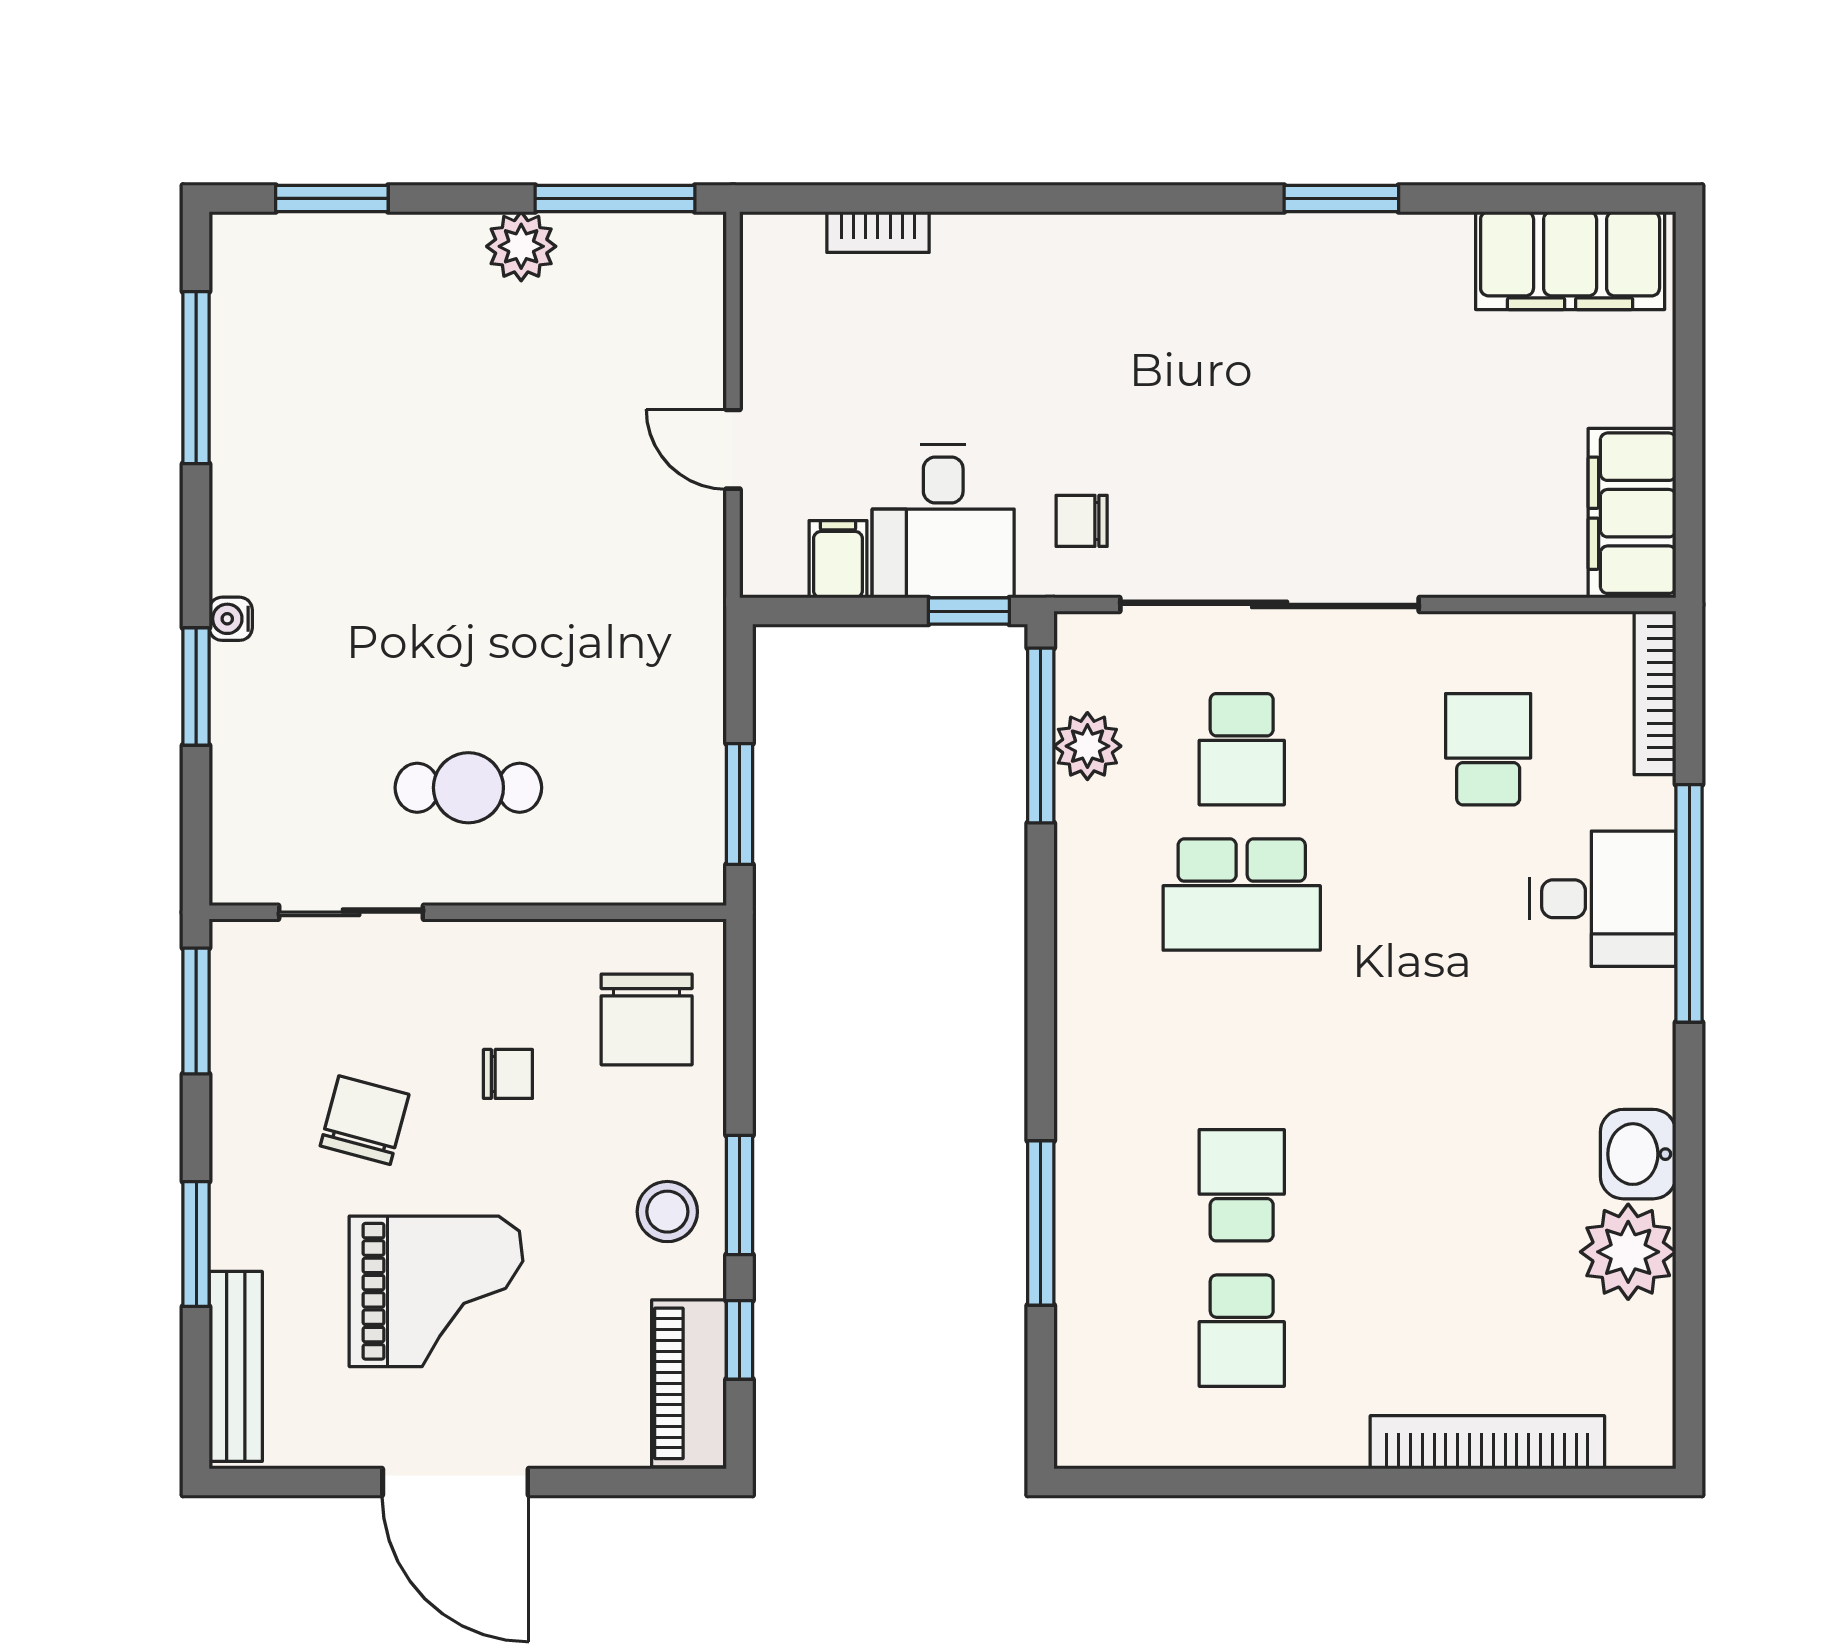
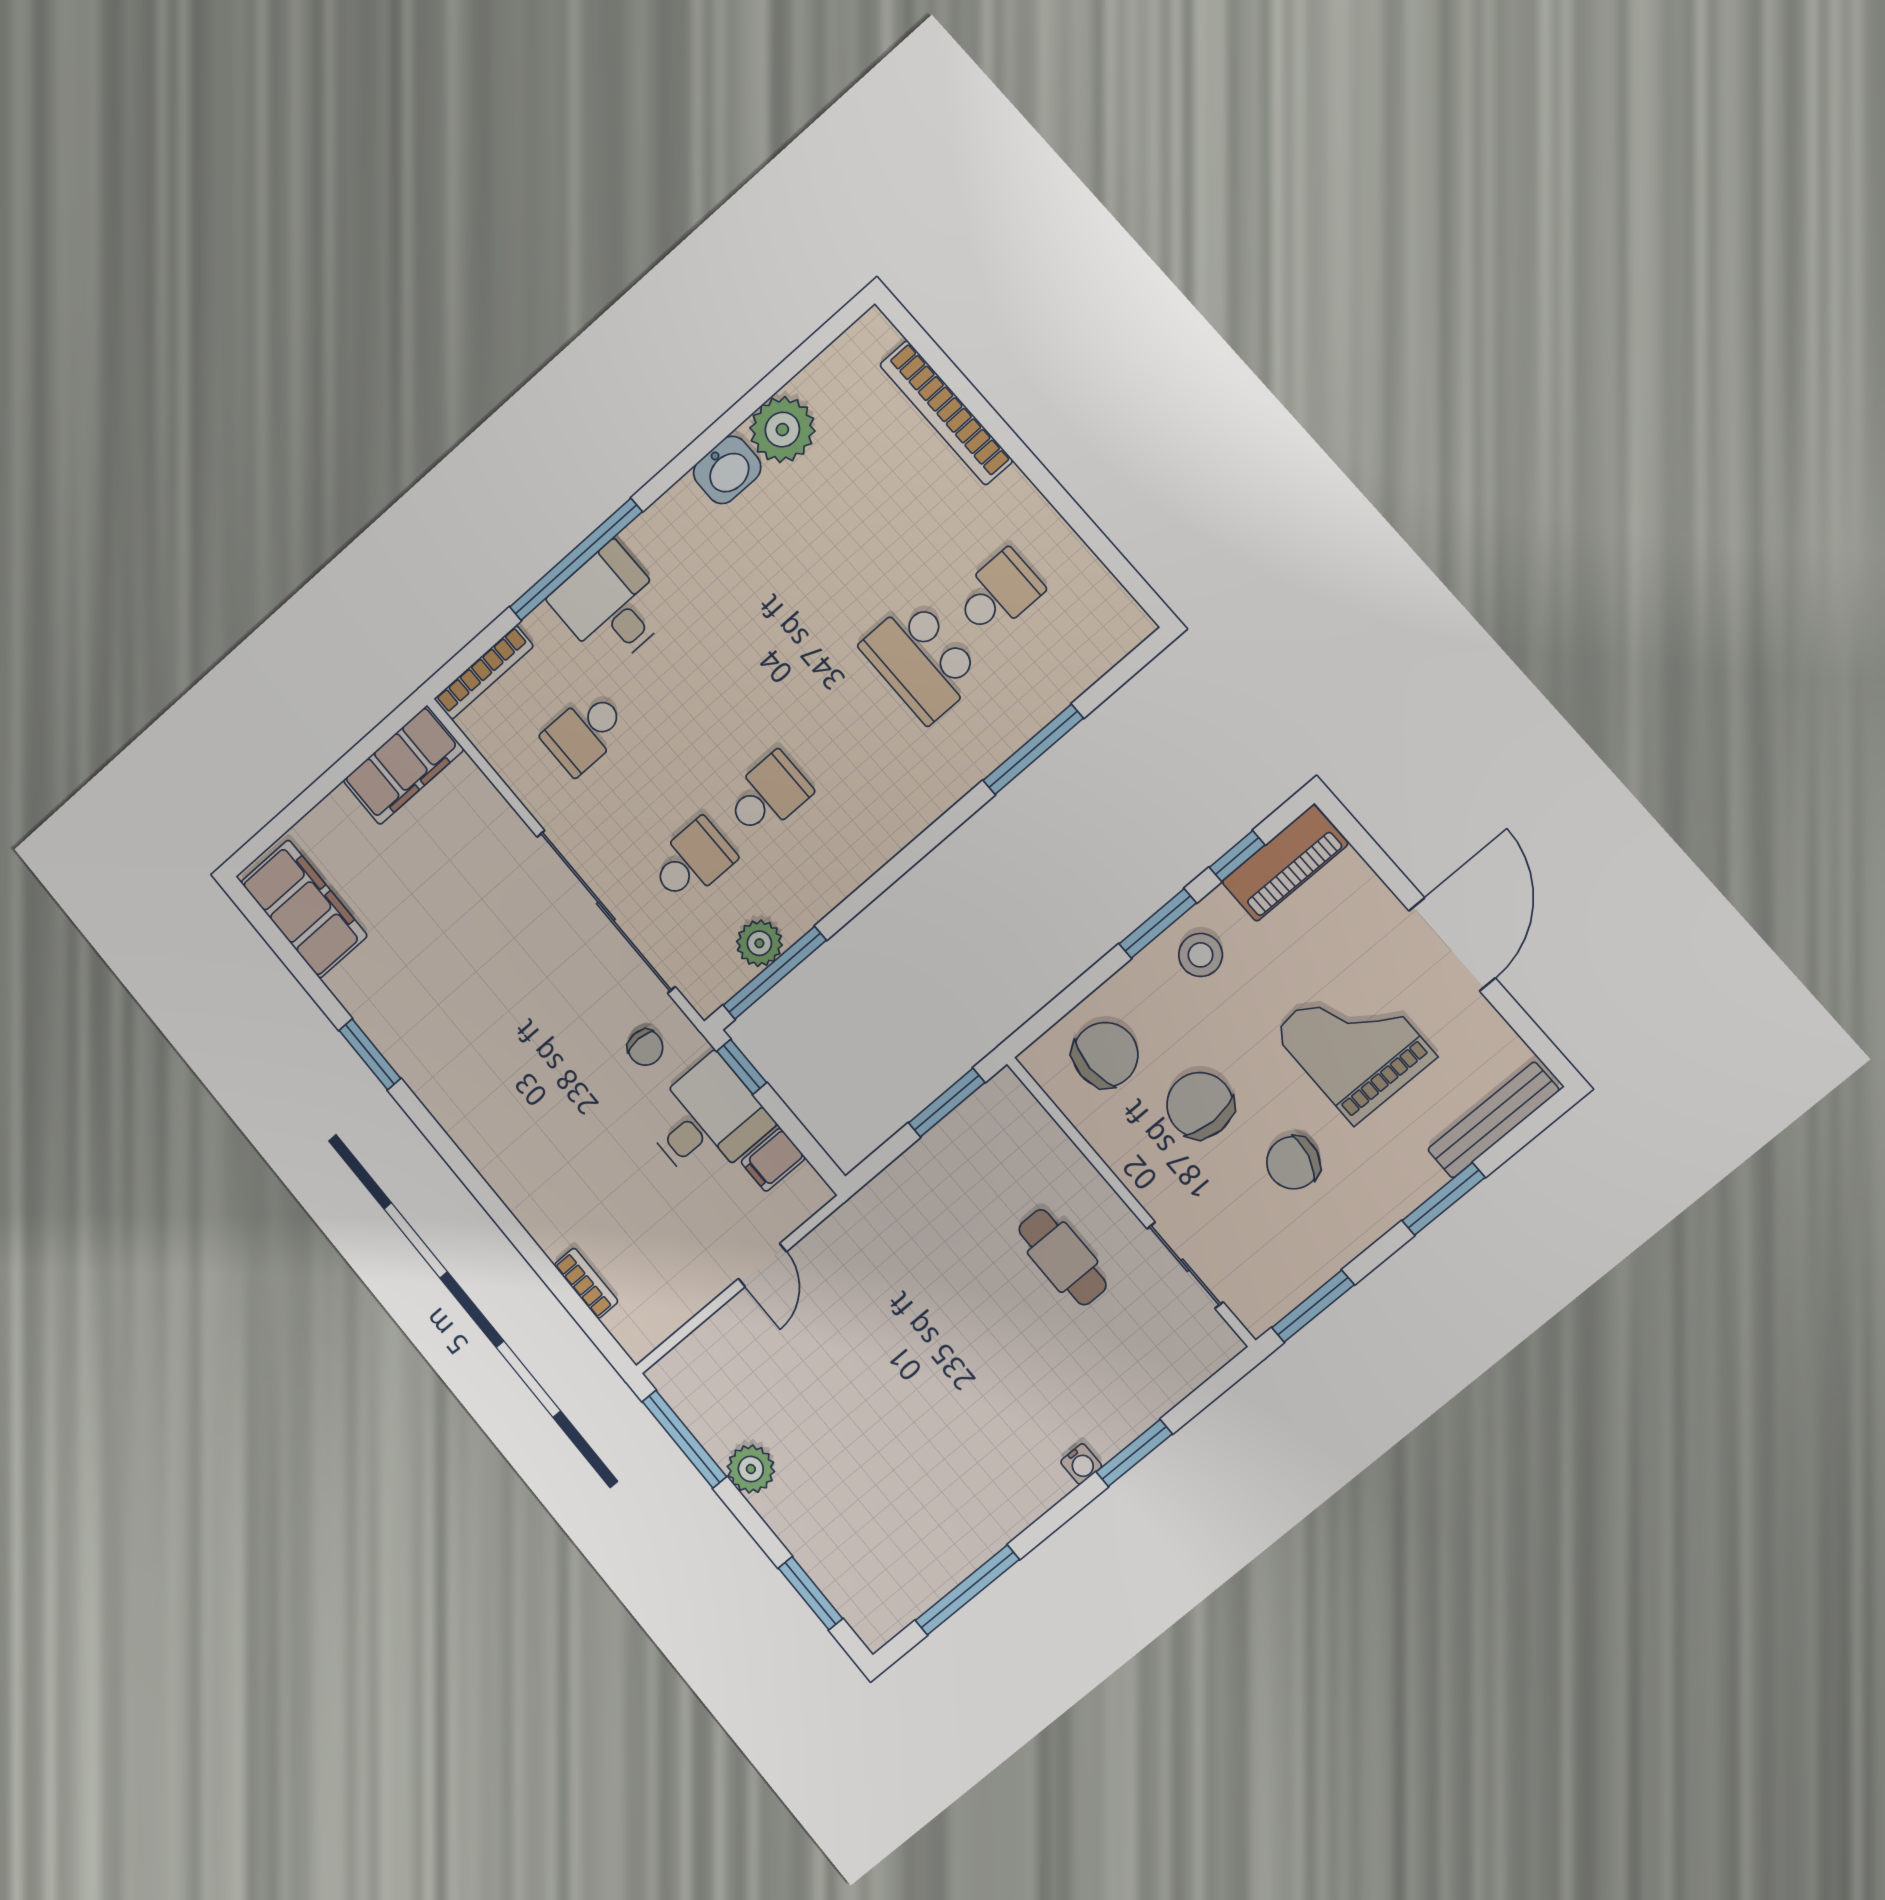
school desk: (1242, 895) -> (768, 795), width x0.54
chair: (508, 1074) -> (1200, 1105), width x1.87, depth x1.87
school desk: (1242, 1185) -> (921, 661), width x1.85

